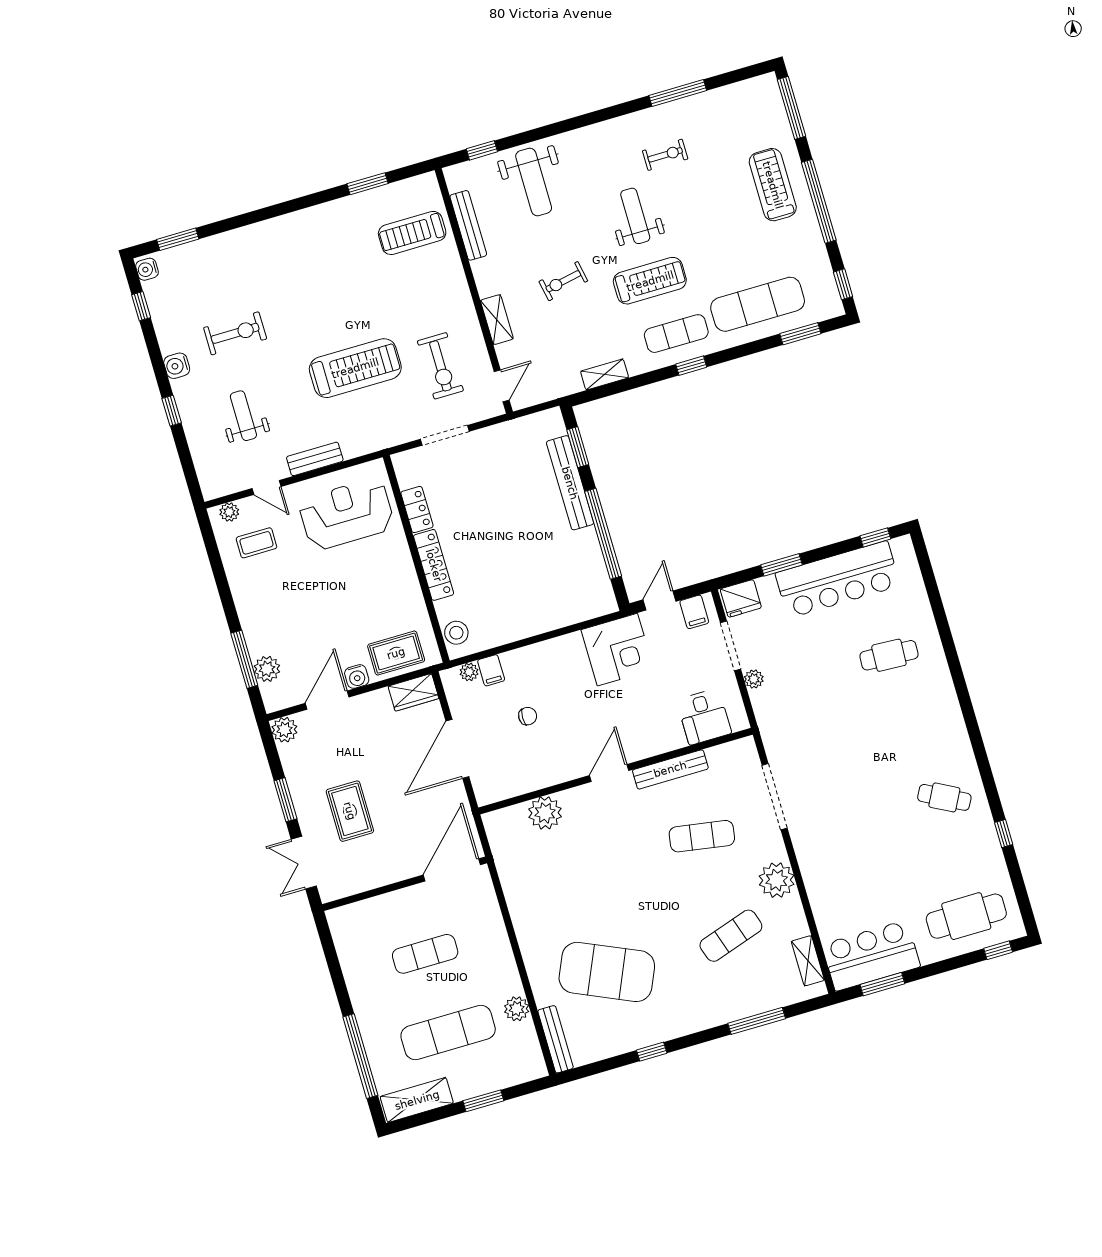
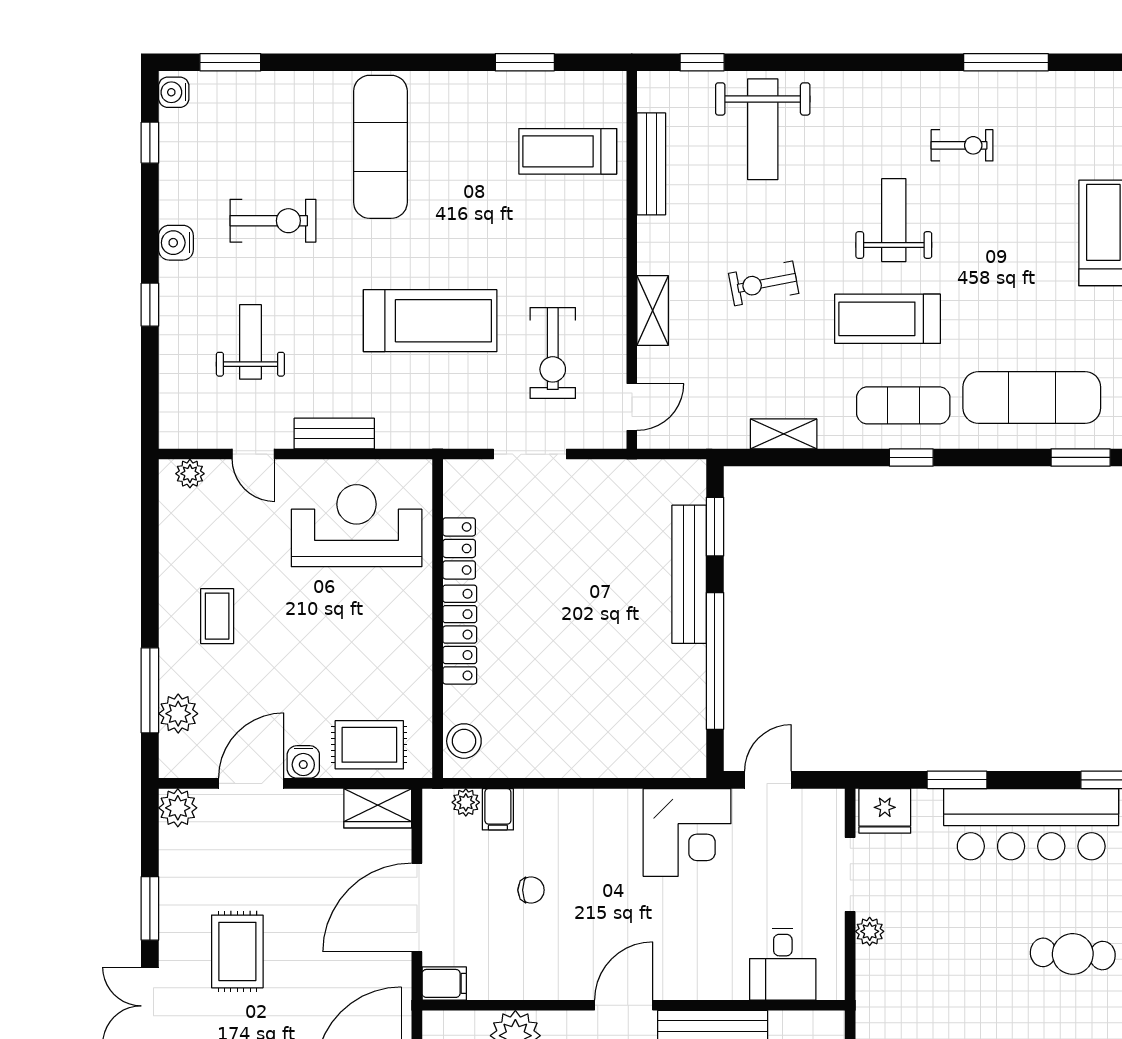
exercise mat: (290, 265) -> (380, 147), added
treadmill: (650, 281) -> (887, 319), turned 180
coffee table: (256, 543) -> (217, 616), moved, turned 90
filing cabinet: (694, 612) -> (444, 983), moved, turned -90

